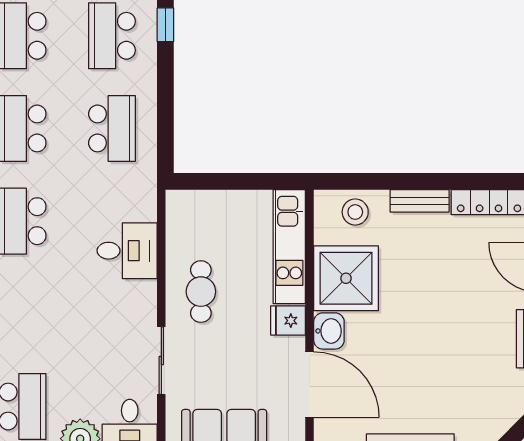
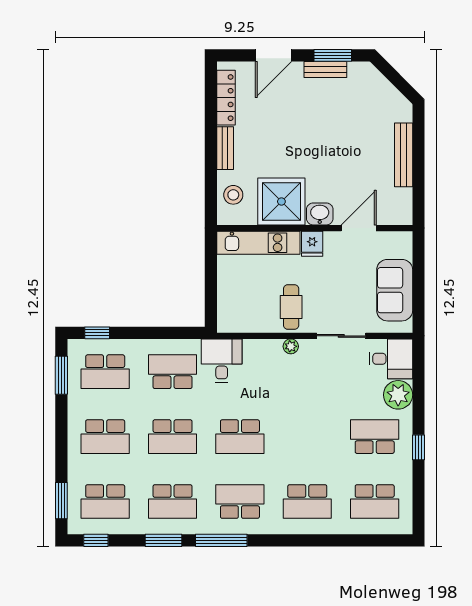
desk: (127, 251) -> (222, 361), moved
plant: (147, 291) -> (291, 346), added
cafe table: (201, 292) -> (291, 307), turned 90
door: (310, 385) -> (359, 228), width x0.73

